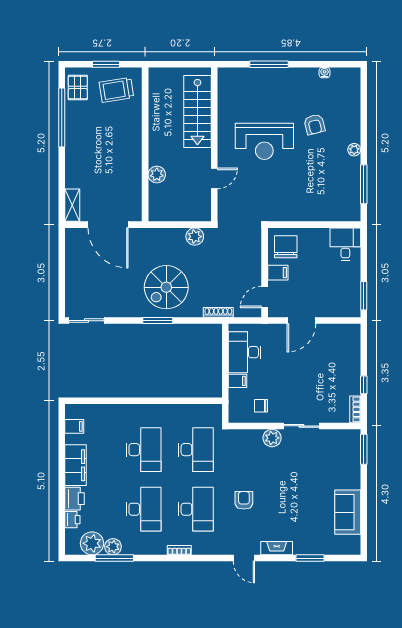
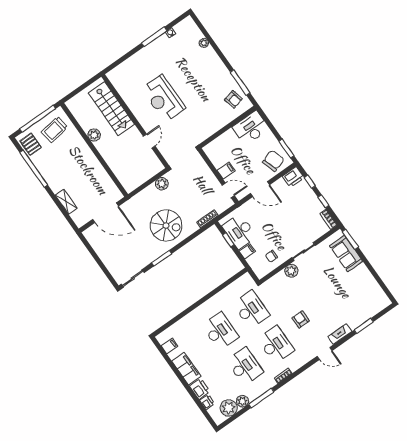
window: (106, 64) -> (38, 119), width x2.11
window: (269, 64) -> (154, 37), moved
armchair: (314, 124) -> (233, 99), moved
reception desk: (264, 141) -> (163, 98), turned 90
plant: (354, 150) -> (204, 43), moved
plant: (157, 175) -> (94, 135), moved
shelving: (72, 205) -> (66, 202), moved
desk: (345, 244) -> (251, 128), width x1.37
chair: (286, 247) -> (273, 161), moved, turned 72
spiral stairs: (166, 287) -> (166, 226), turned -90
door: (265, 297) -> (228, 190), swing flipped
window: (158, 321) -> (162, 258), moved
door: (301, 321) -> (260, 189), hinge flipped
printer: (349, 334) -> (293, 177), added
window: (364, 352) -> (310, 182), added
window: (225, 353) -> (228, 240), added
sofa: (348, 512) -> (346, 254), moved
window: (114, 558) -> (261, 398), moved

